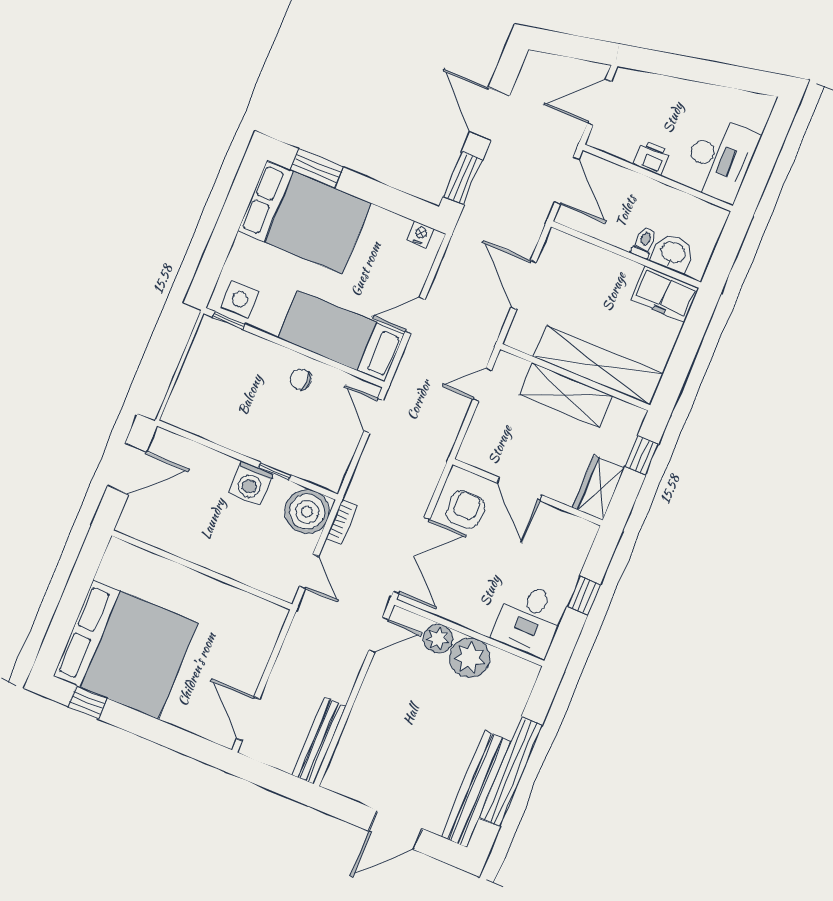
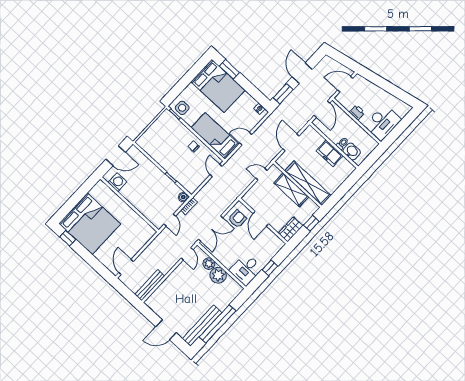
freezer: (665, 294) -> (330, 153), moved
washing machine: (251, 483) -> (117, 182), moved, turned 180
boiler: (307, 512) -> (183, 197), width x0.54, depth x0.54
door: (379, 635) -> (187, 254), hinge flipped

